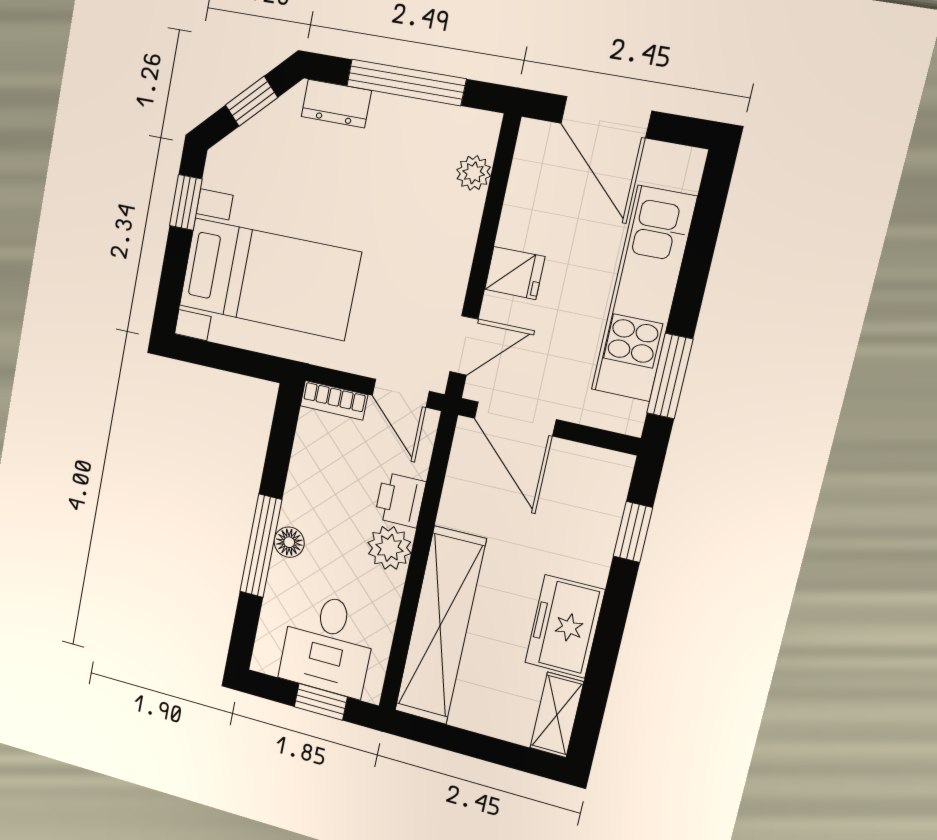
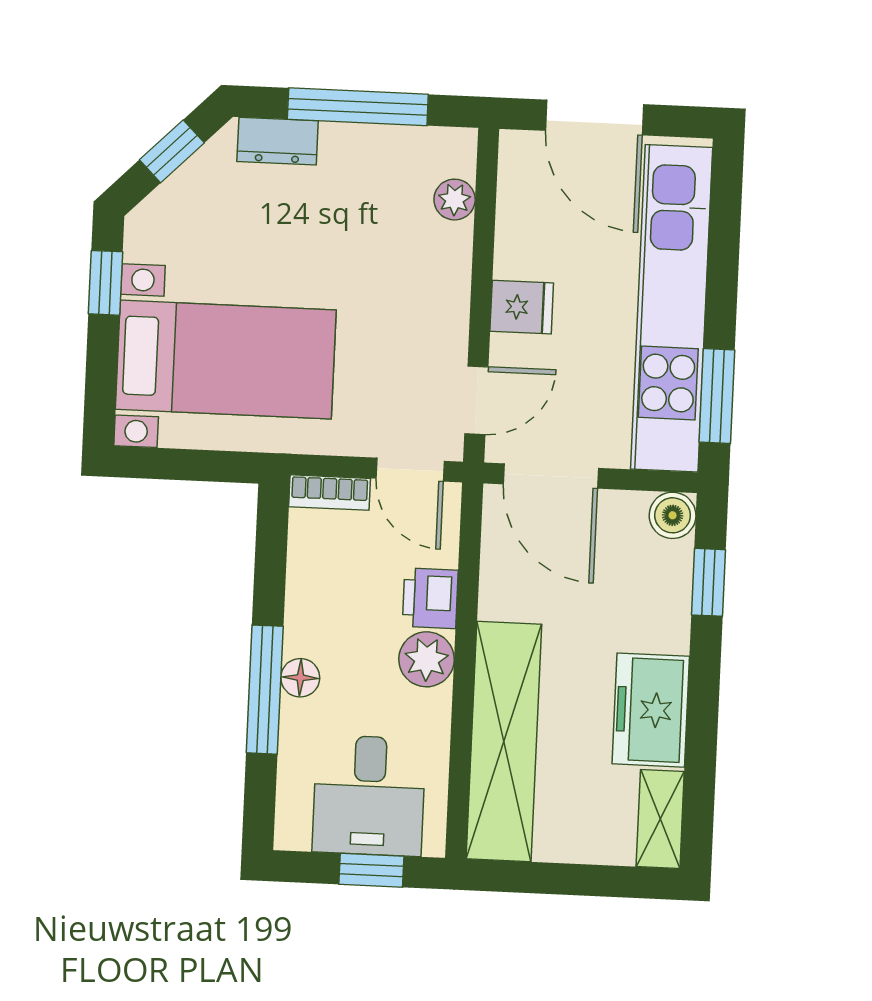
kitchen unit: (644, 294) -> (672, 308), width x1.36
boiler: (612, 470) -> (673, 515), added

